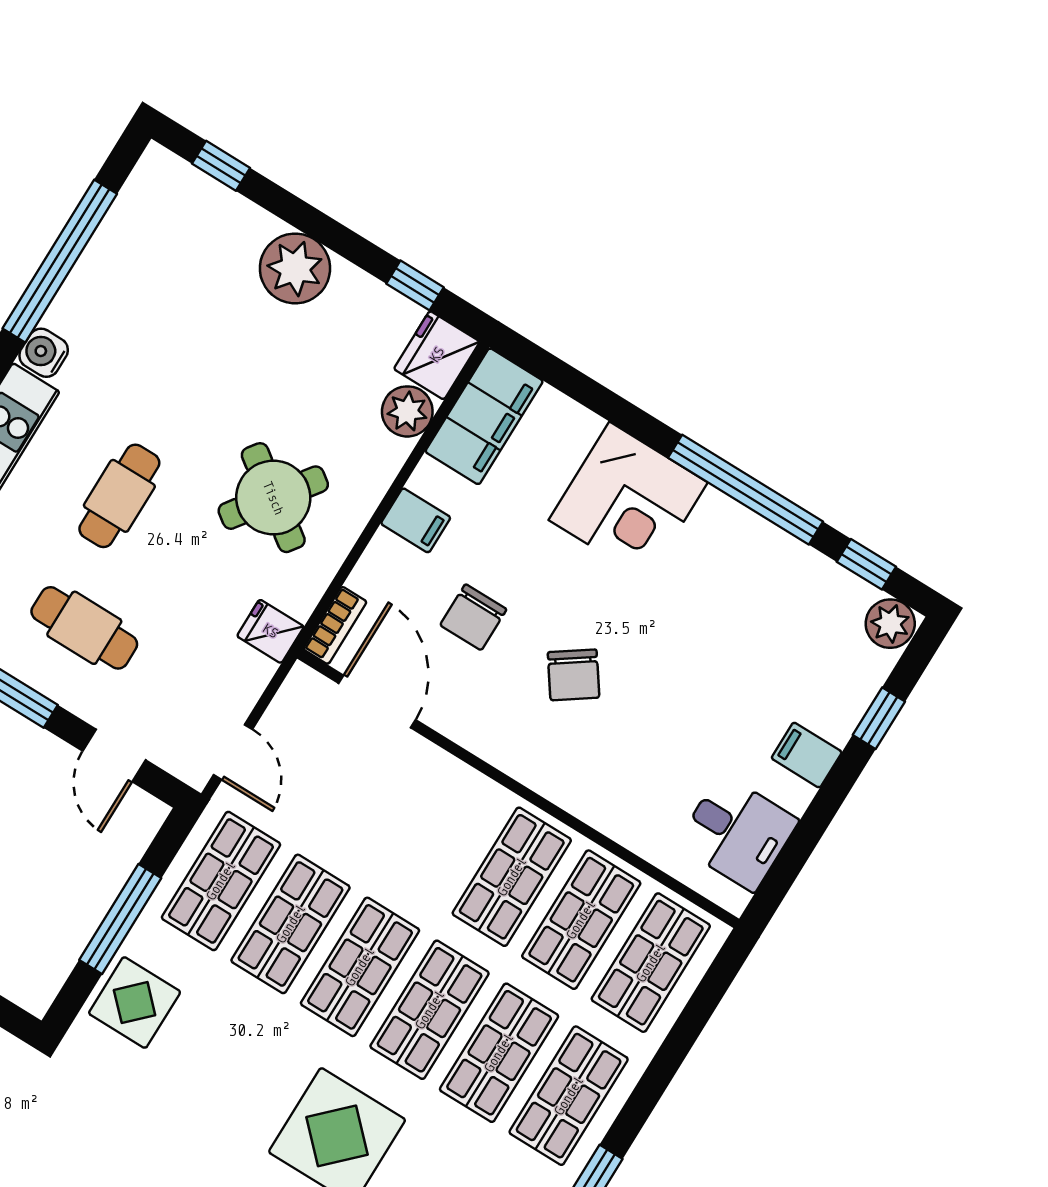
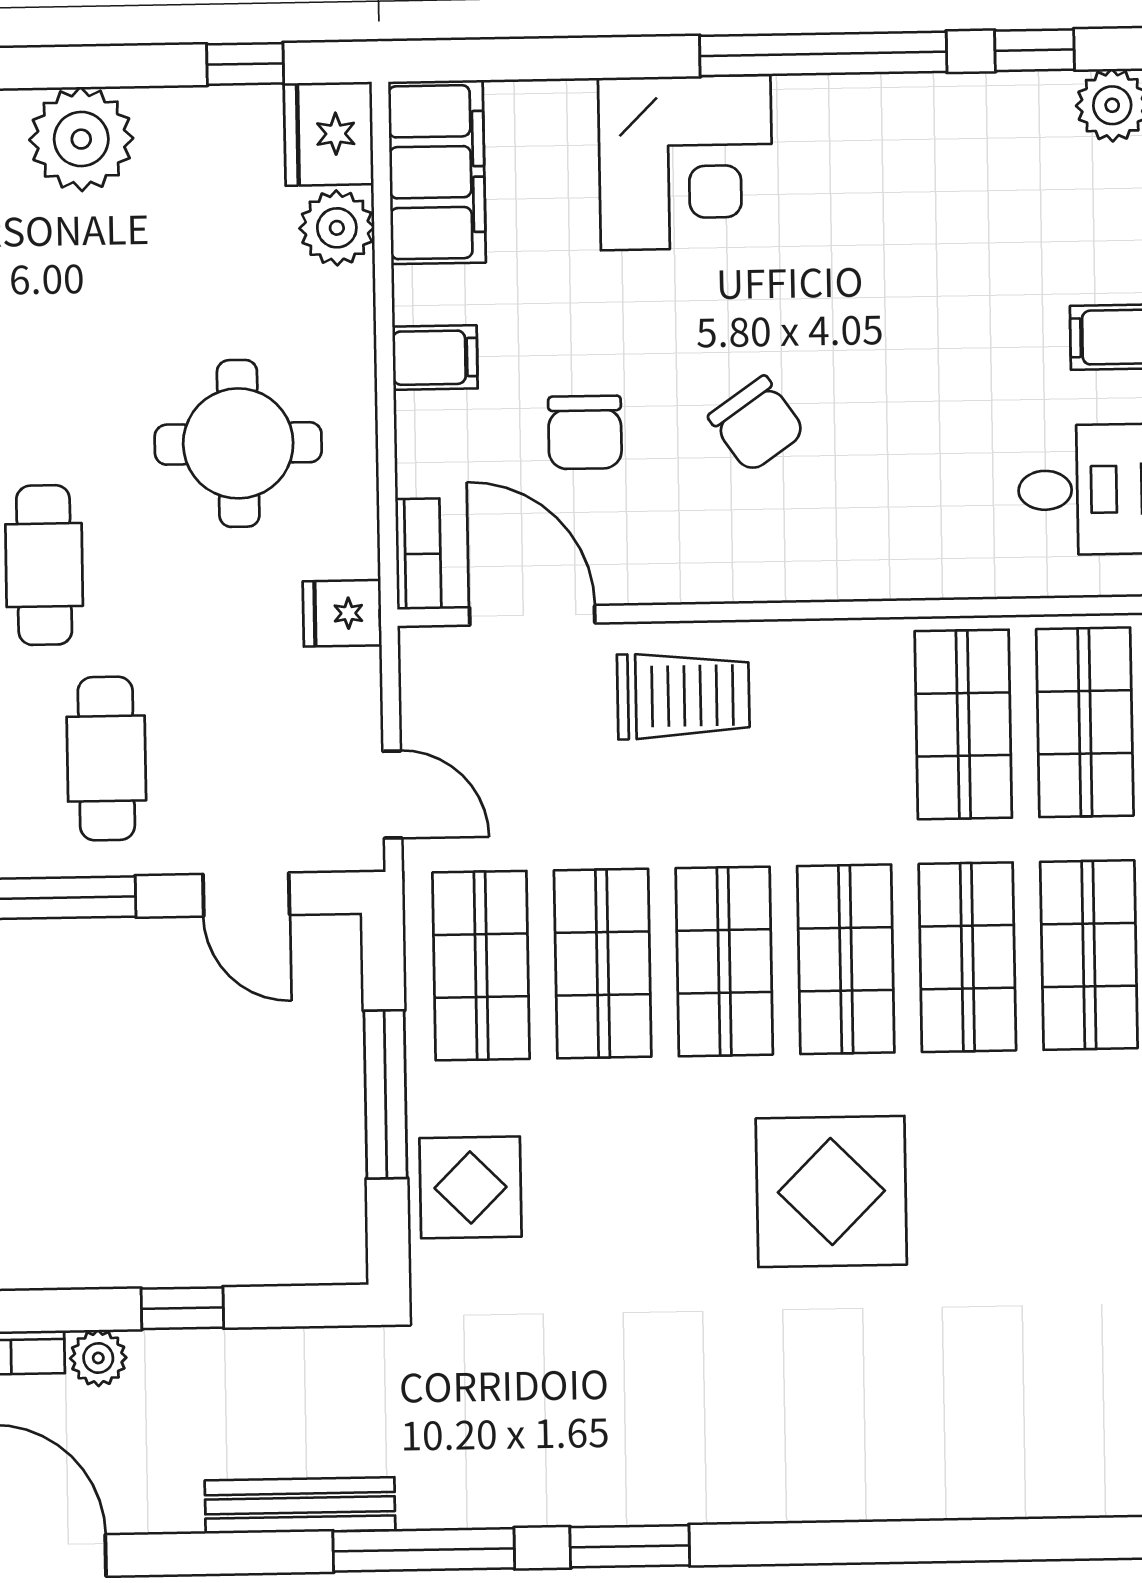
round table: (273, 498) -> (238, 443), turned -36
cafe table: (84, 628) -> (106, 759), turned 90
trolley: (433, 802) -> (683, 696), added
shop shelf: (512, 877) -> (842, 727), removed

